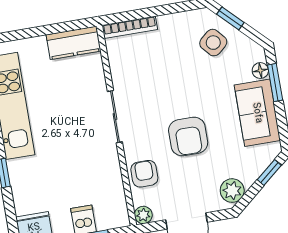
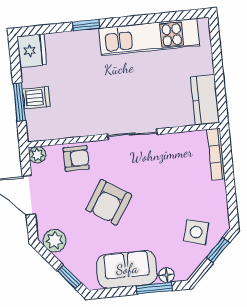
side table: (213, 43) -> (196, 232), turned -34
armchair: (188, 137) -> (109, 202), turned -57

